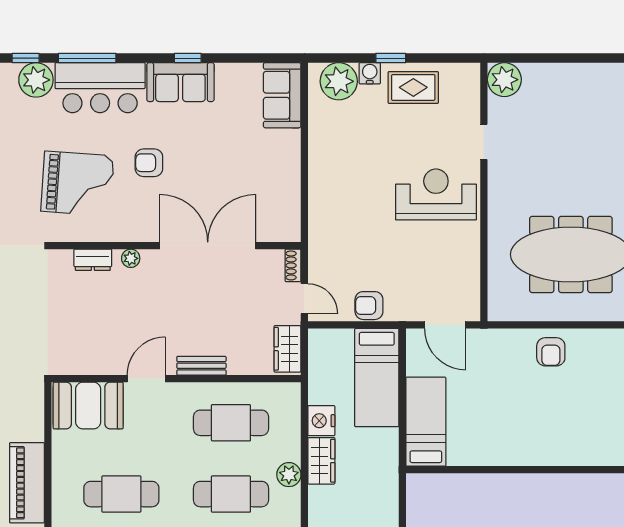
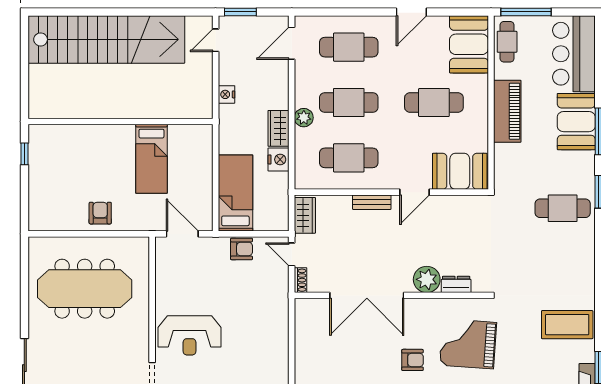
plant: (131, 258) -> (427, 279), width x1.88, depth x1.88
bed: (426, 422) -> (151, 159), moved
nightstand: (388, 504) -> (227, 94), added

